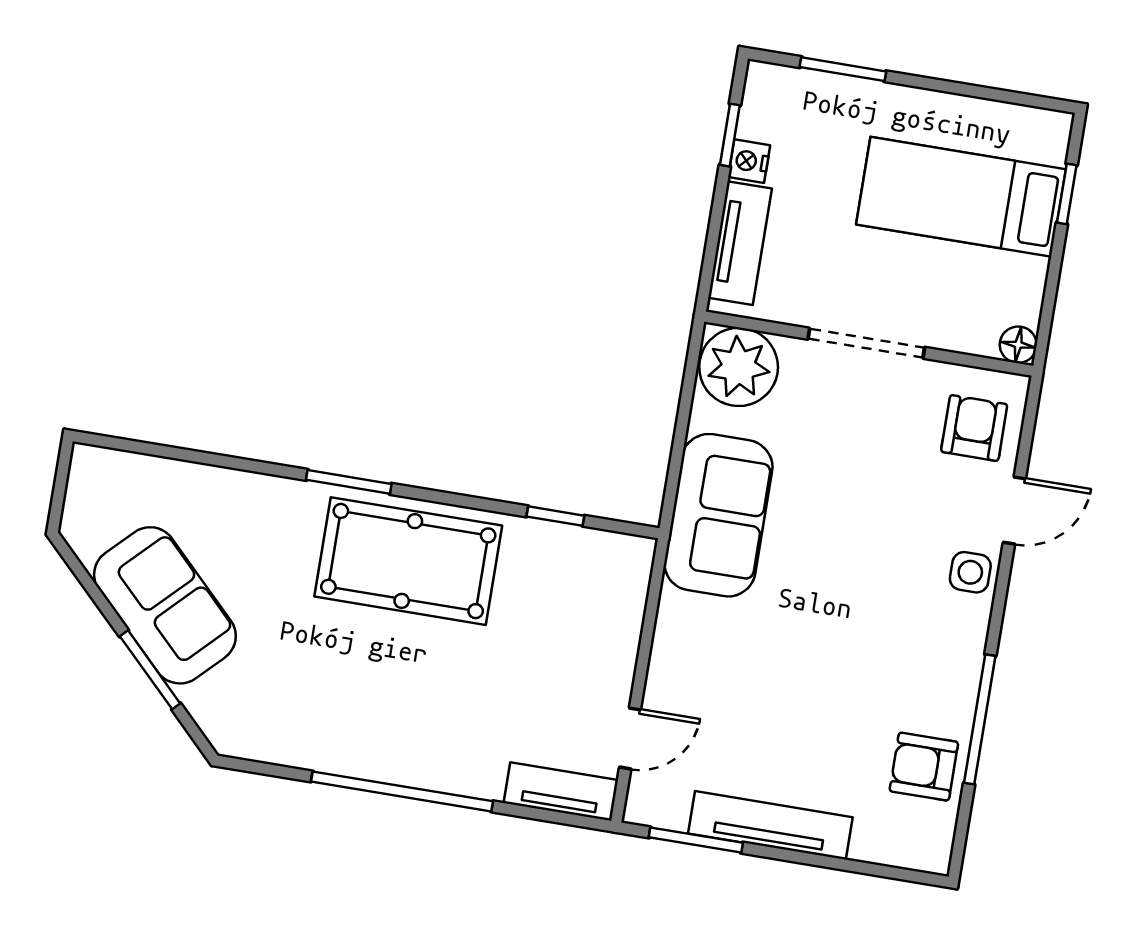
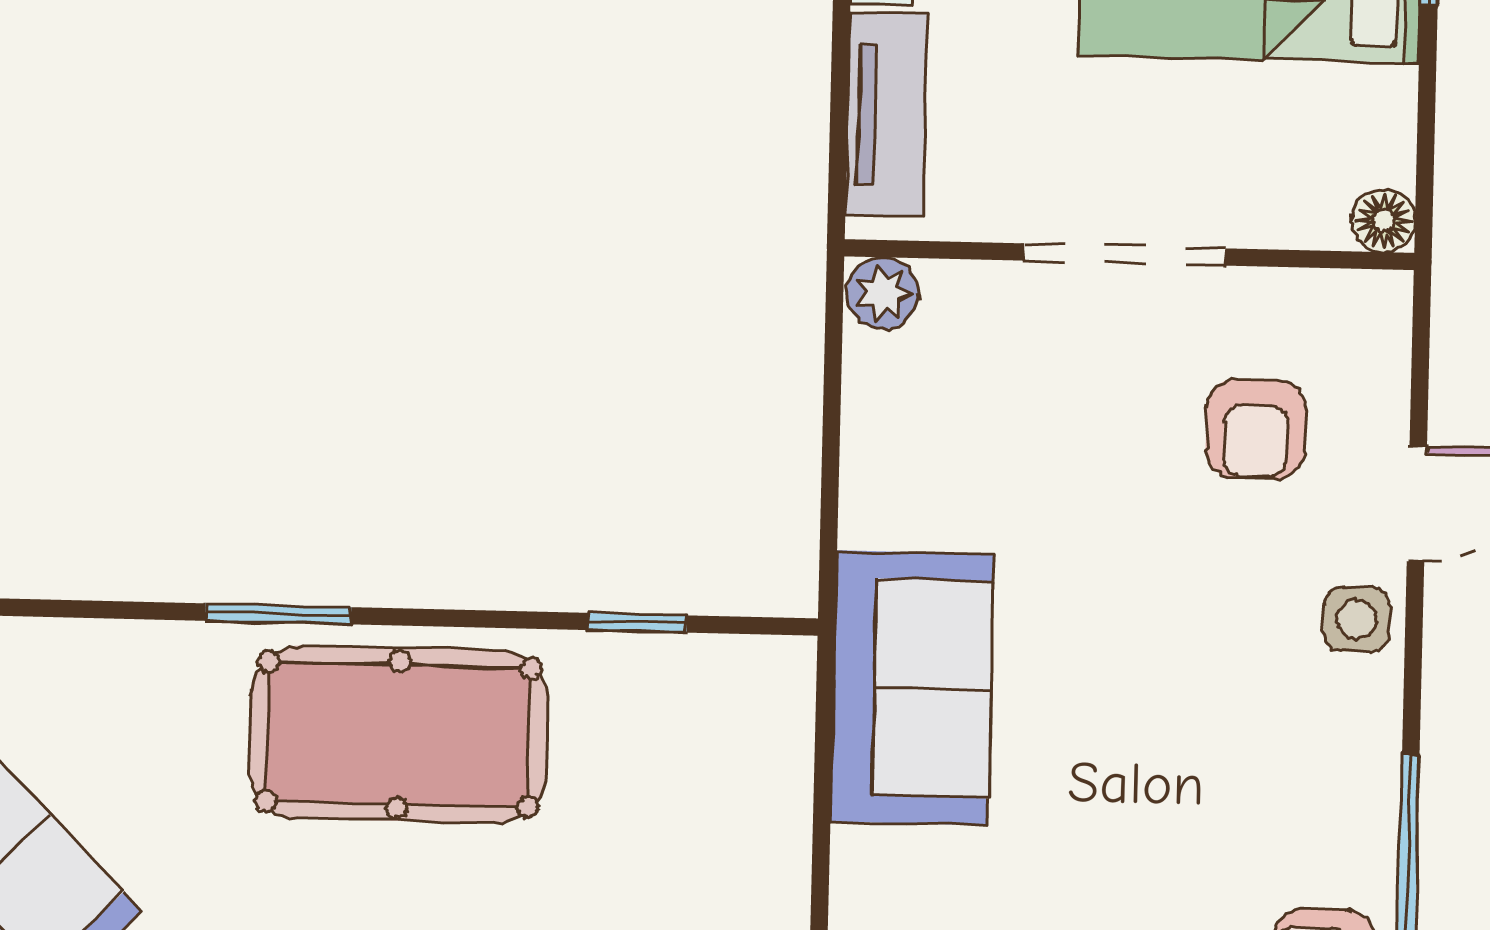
plant: (739, 367) -> (883, 293), width x0.53, depth x0.53
armchair: (974, 428) -> (1256, 429), moved, turned 180
sofa: (718, 515) -> (912, 688), moved

